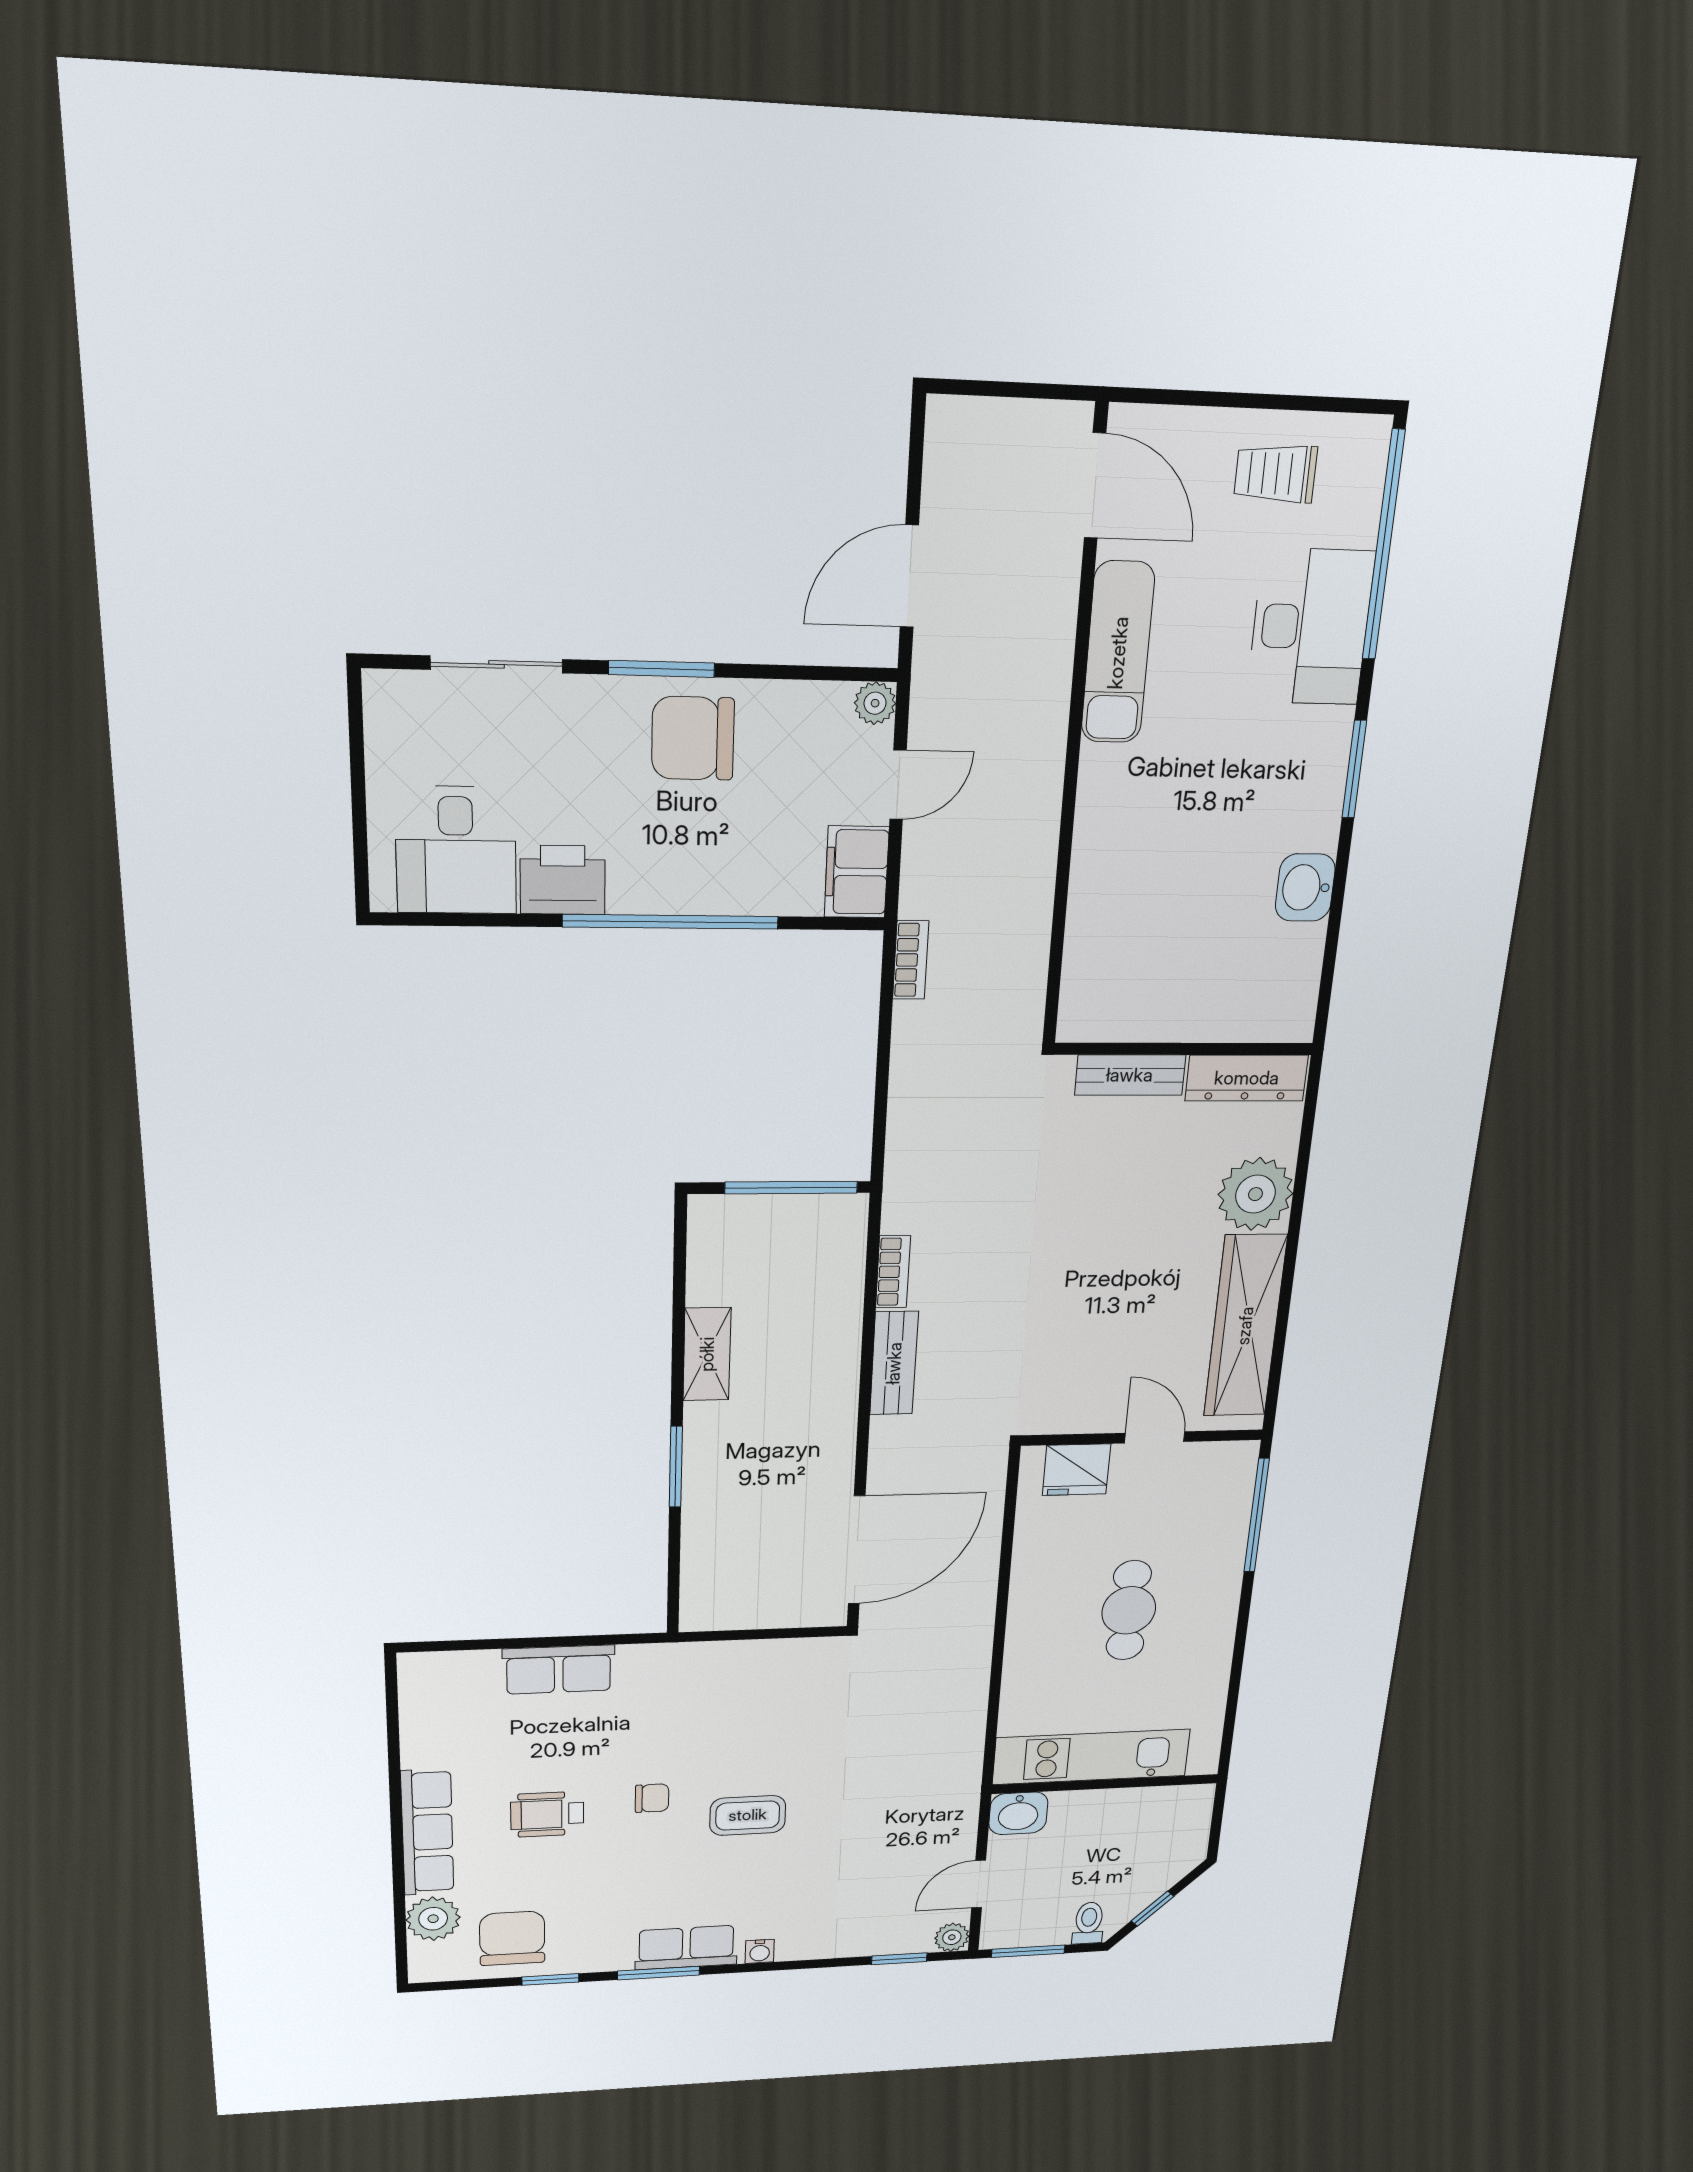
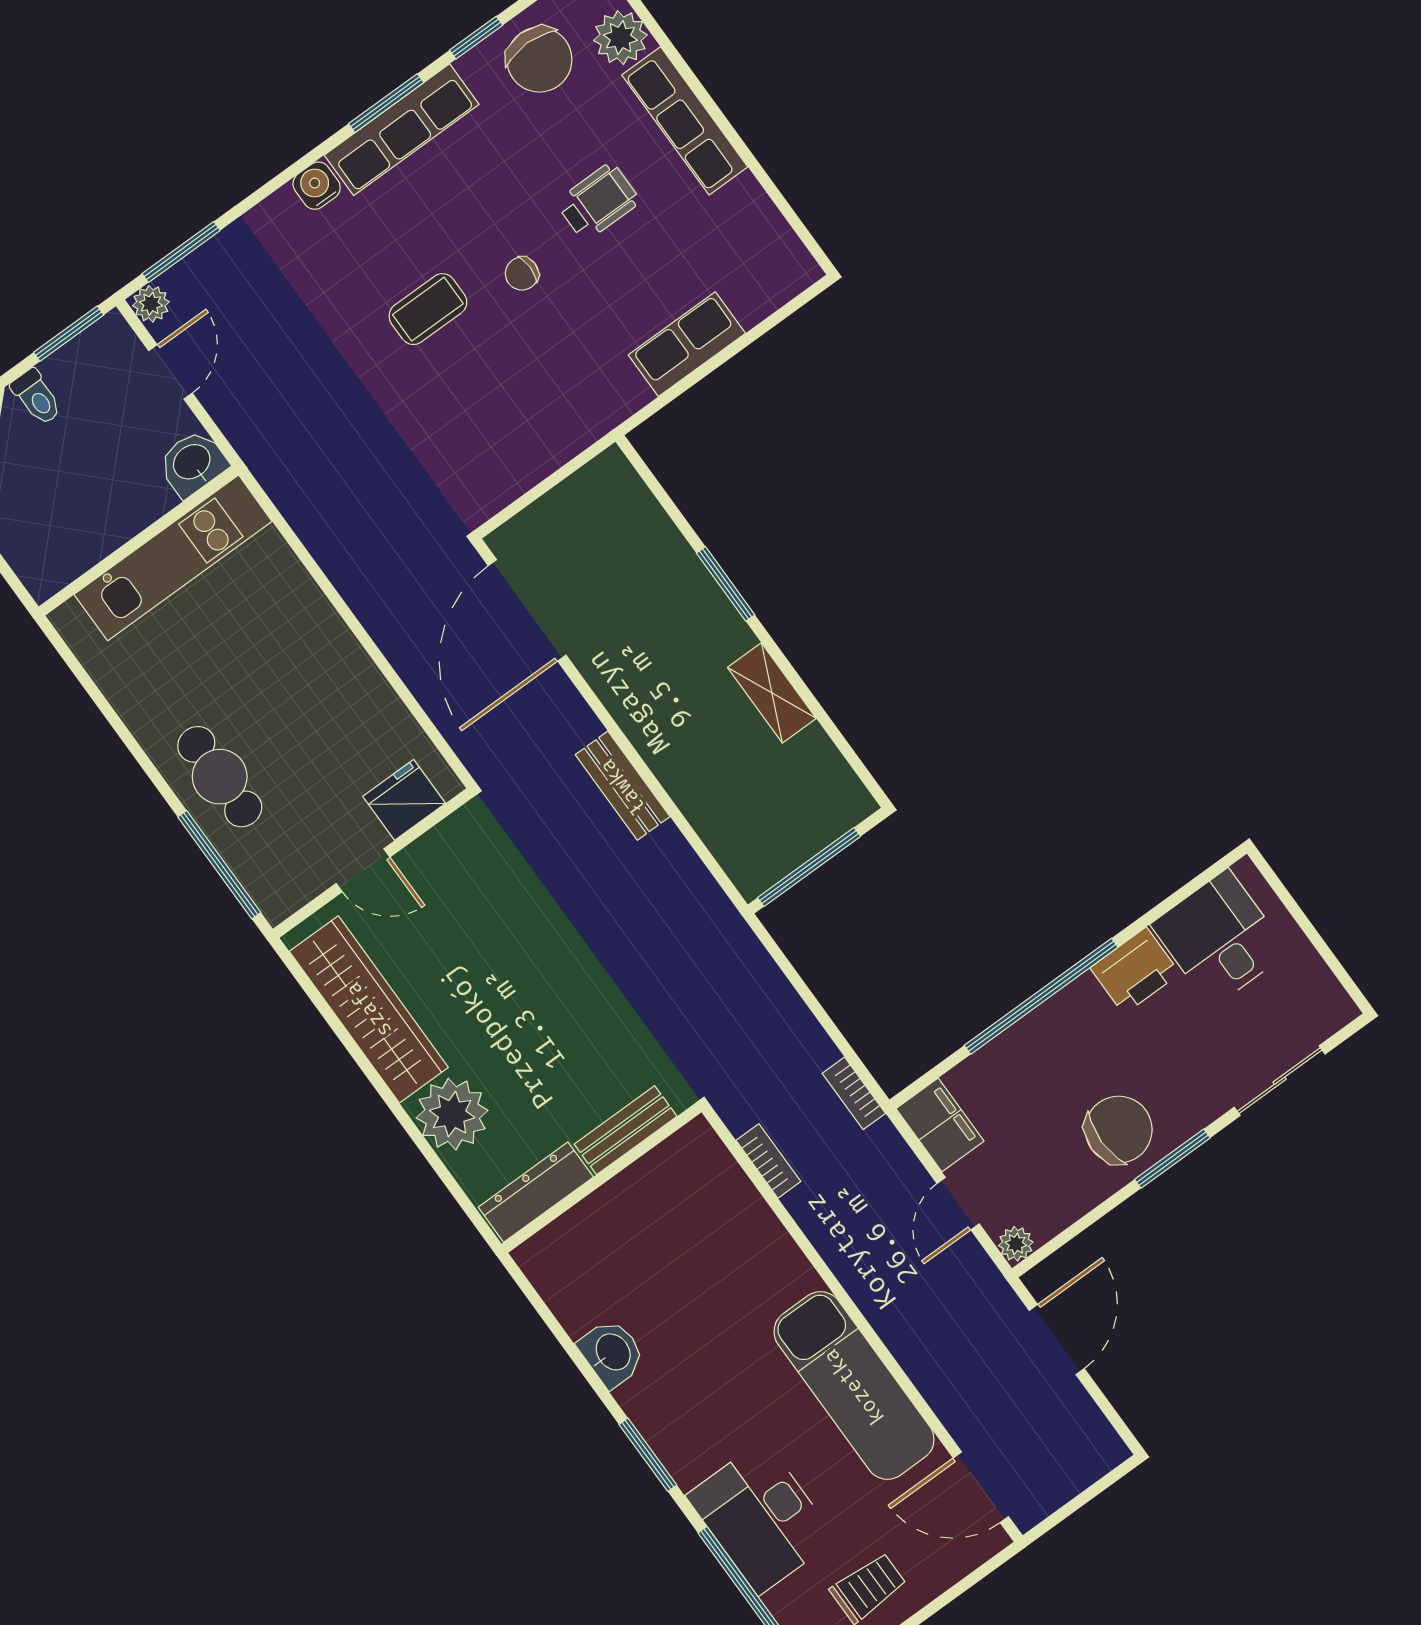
exam couch: (1118, 653) -> (854, 1386), width x1.36, depth x1.45
bookcase: (893, 1272) -> (768, 1161), moved, turned 180
cafe table: (1129, 1610) -> (220, 777), moved
row of seats: (686, 1948) -> (402, 130), width x1.48
water cooler: (760, 1951) -> (317, 186), width x1.38, depth x1.38
window: (899, 1959) -> (181, 252), width x1.50

